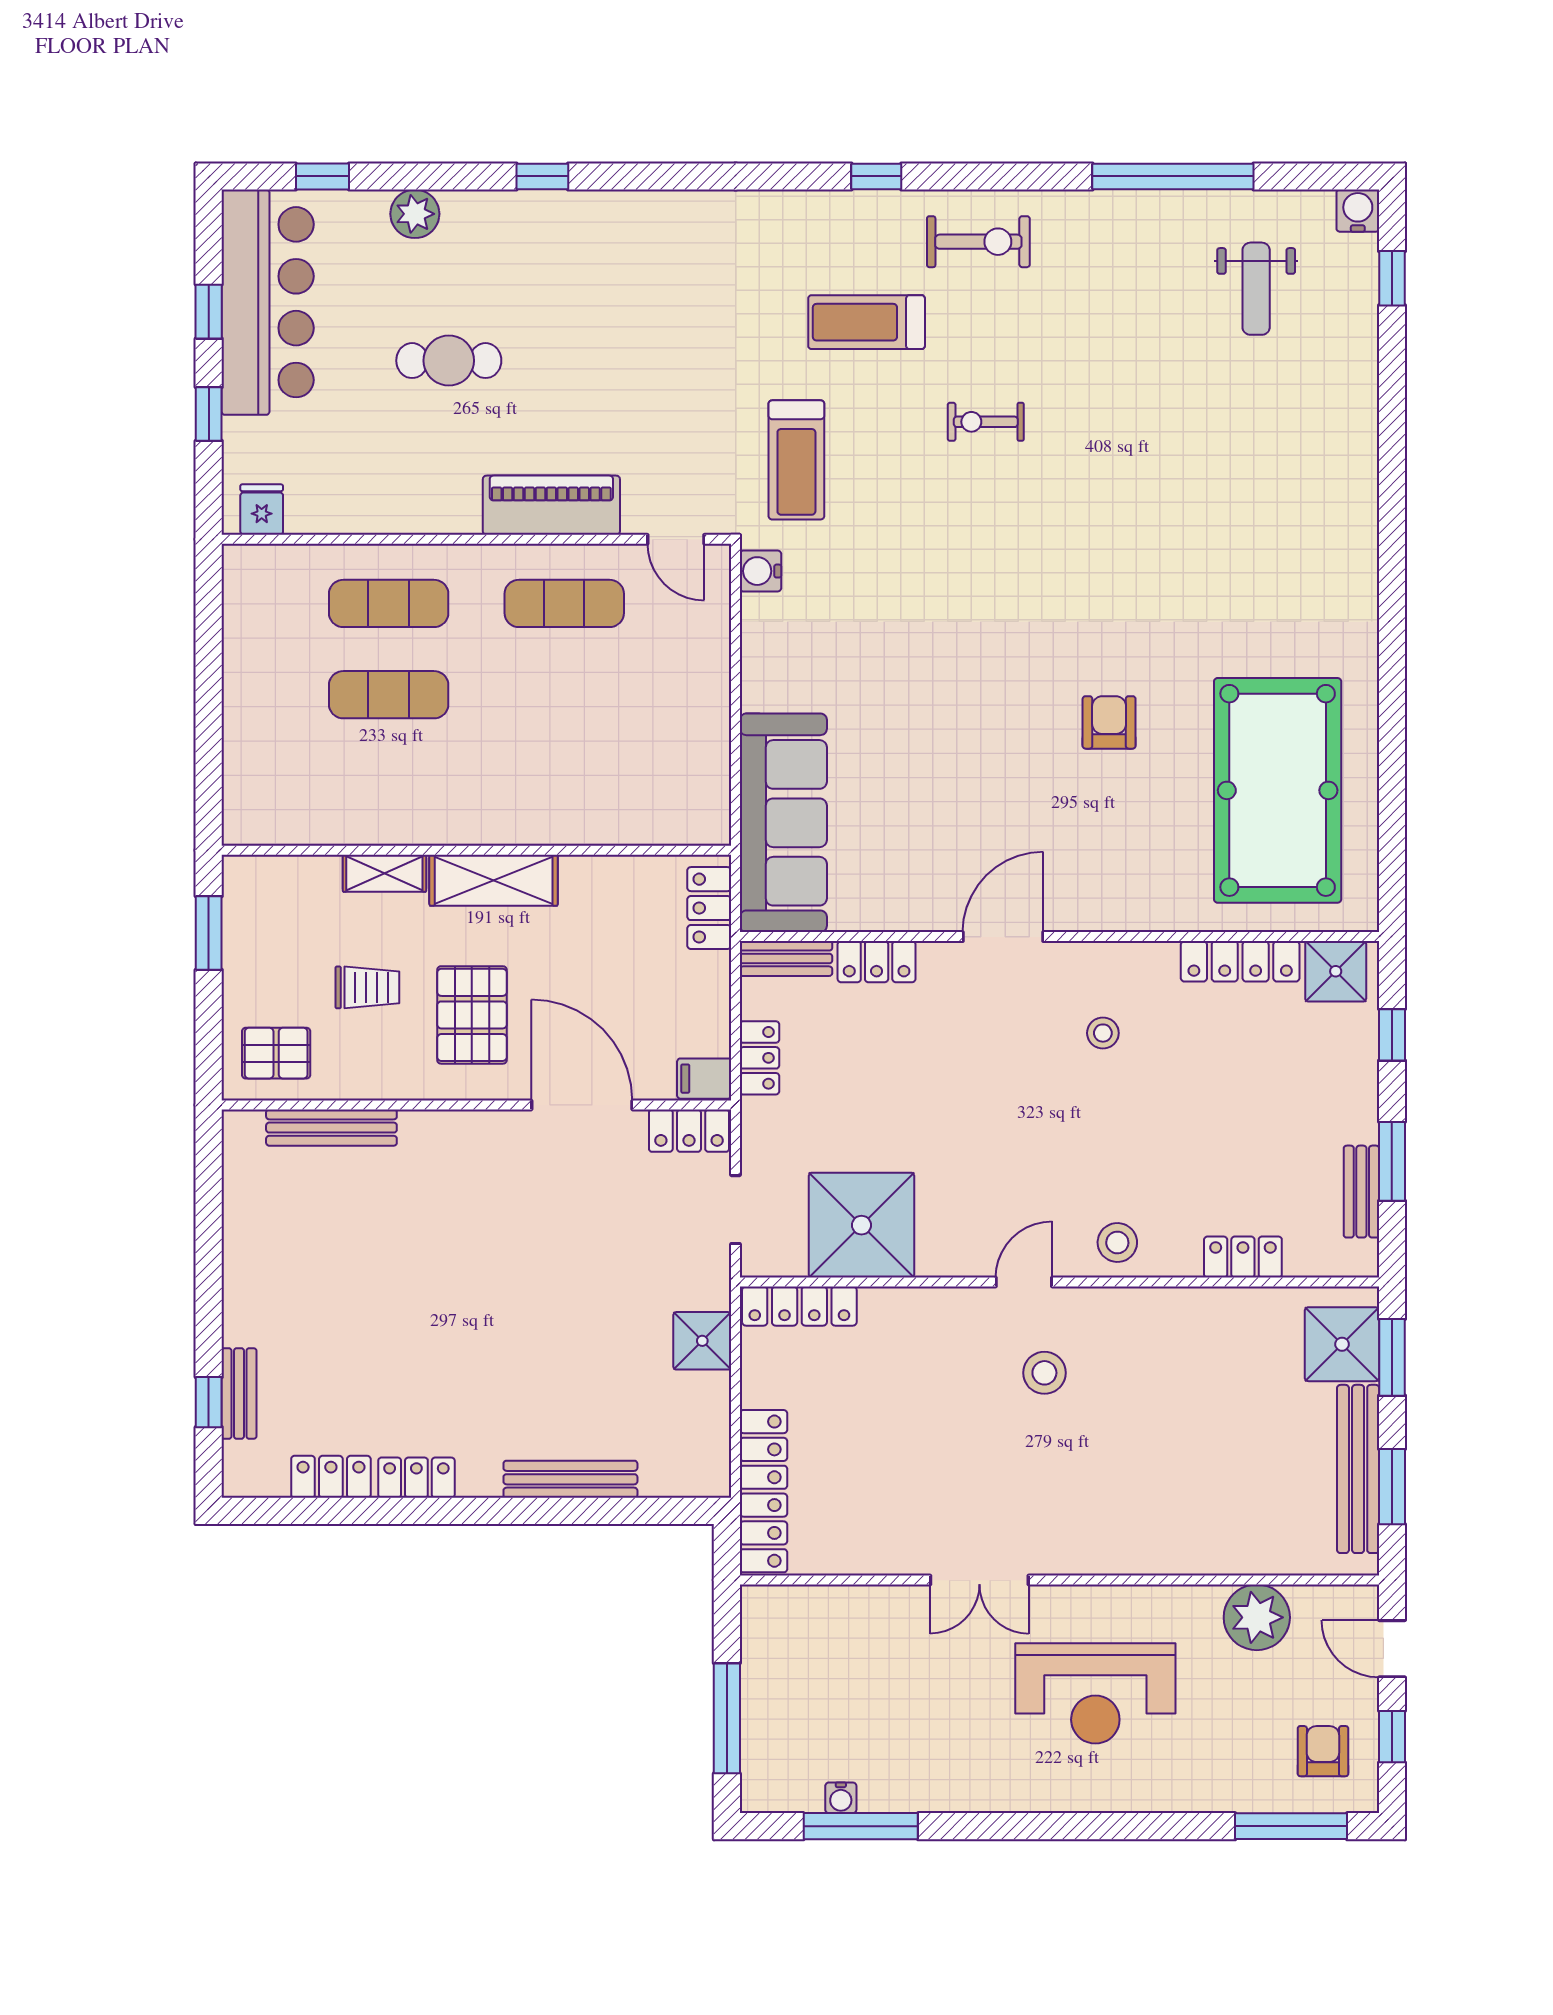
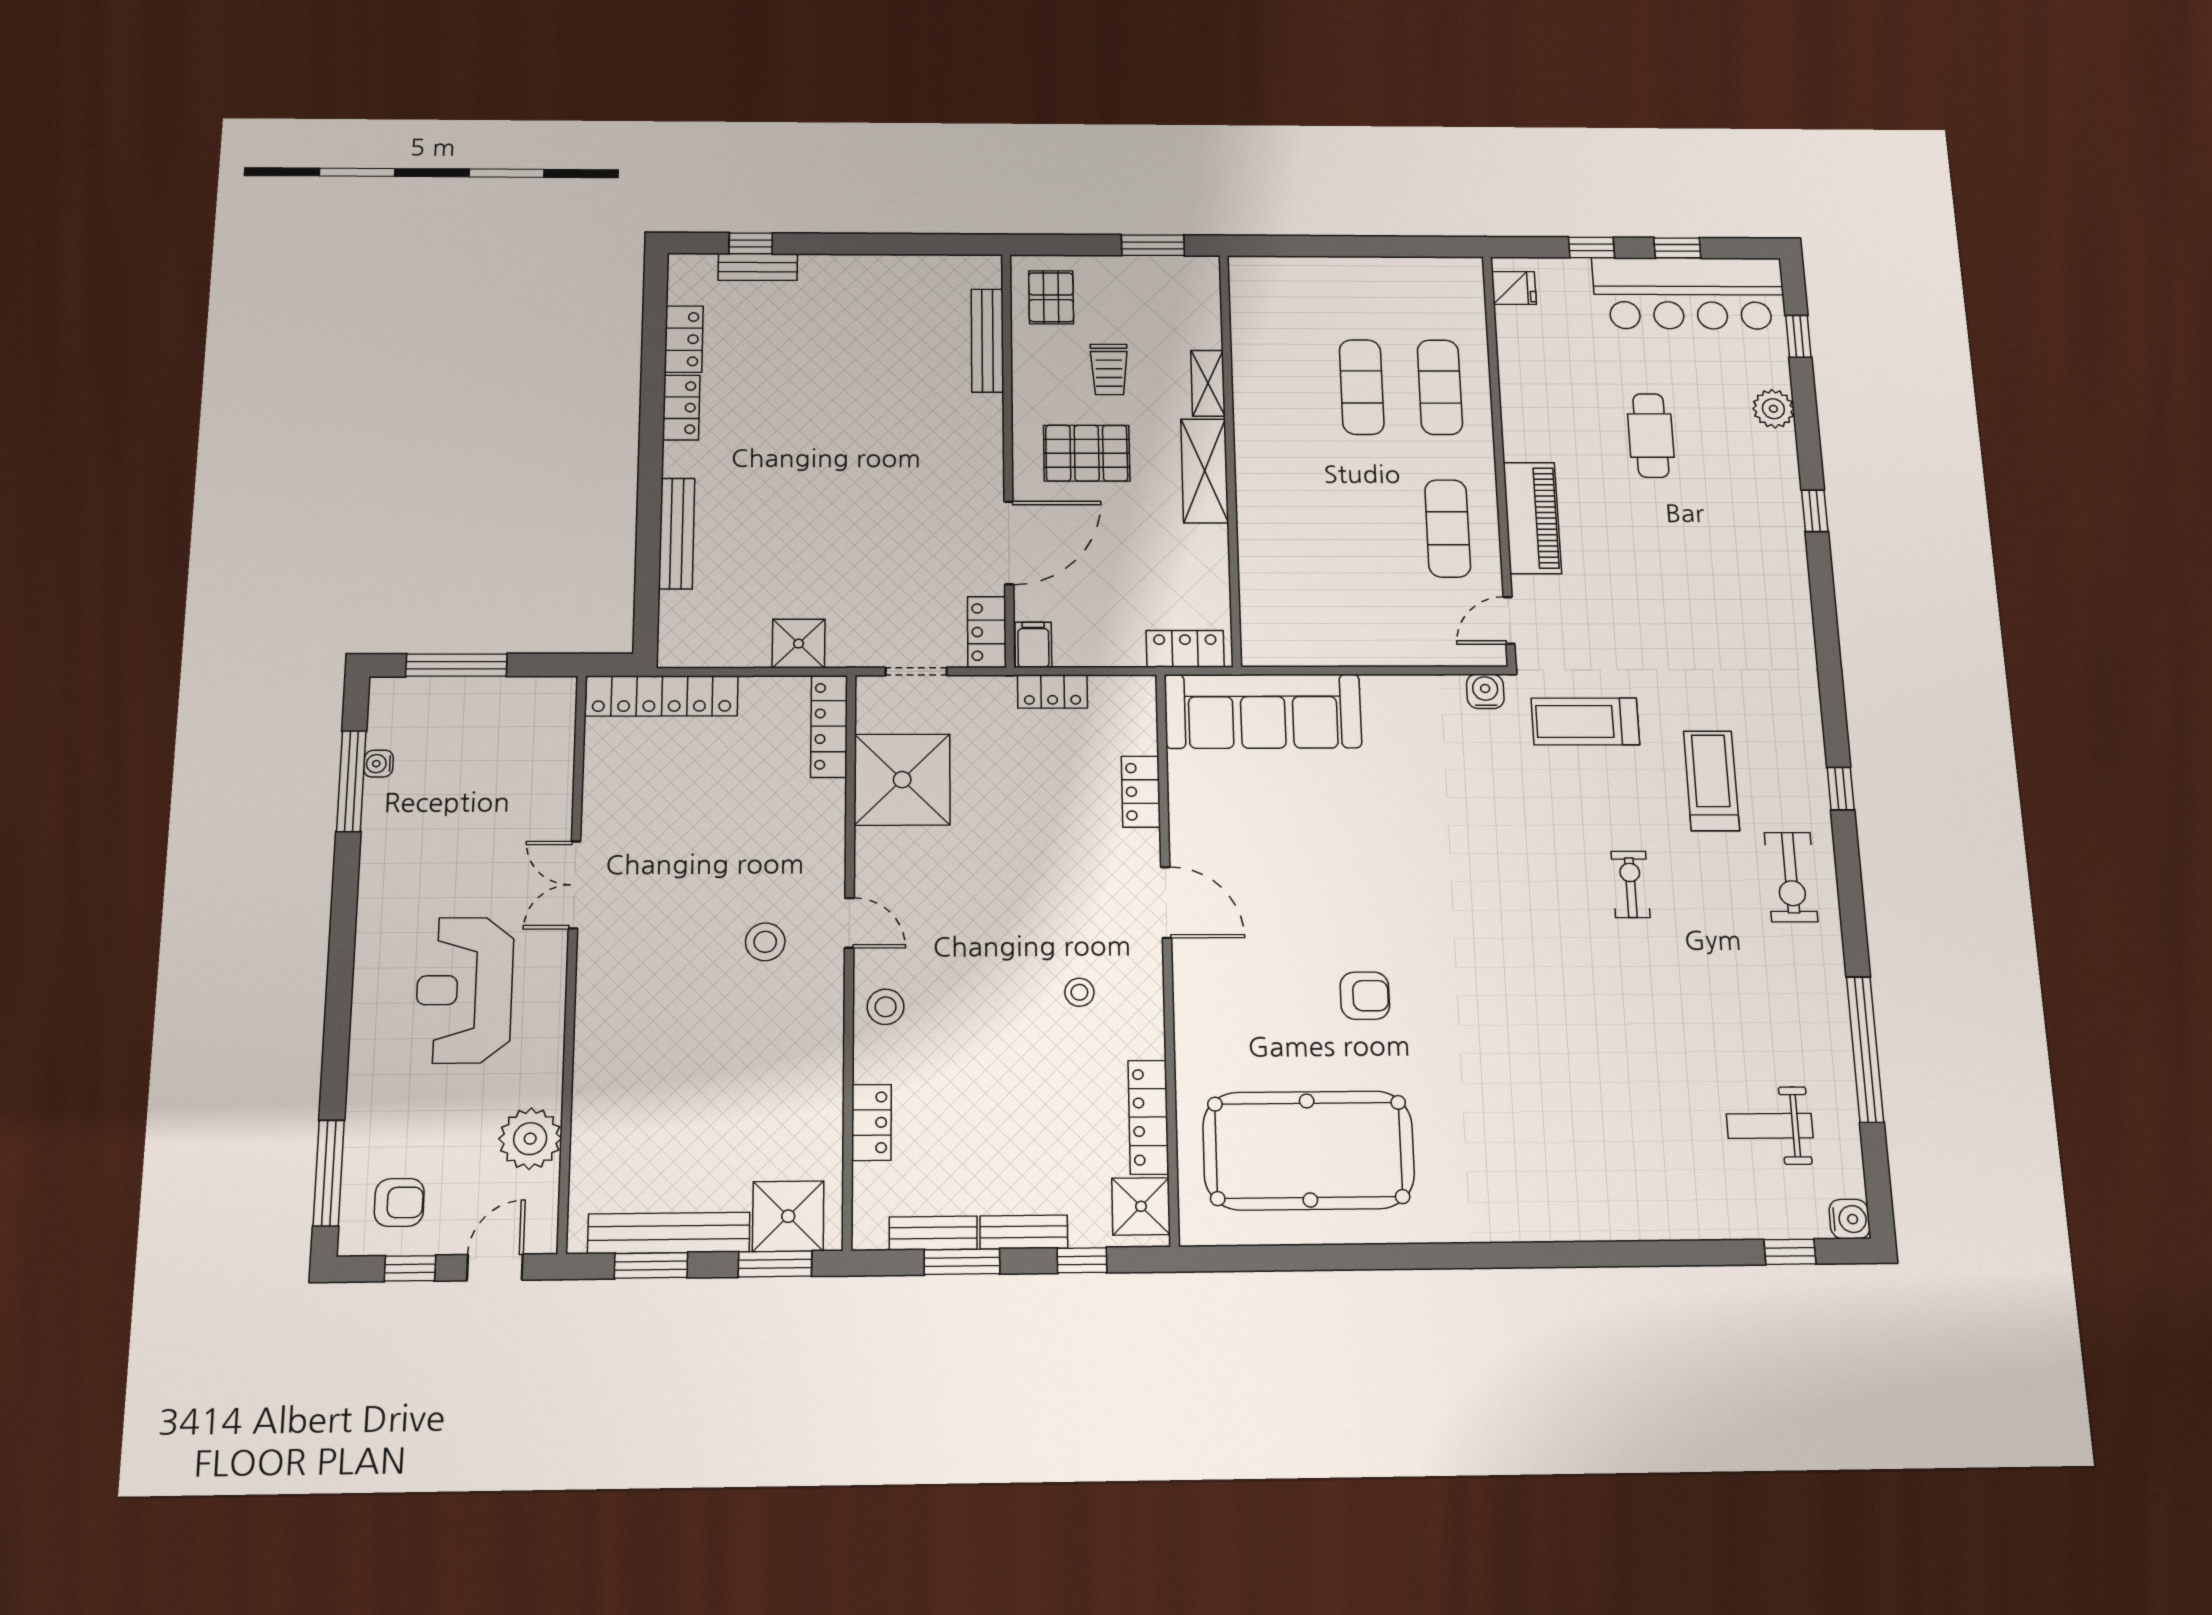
bench: (786, 958) -> (1024, 1232), moved, turned 90

